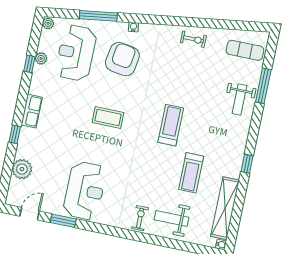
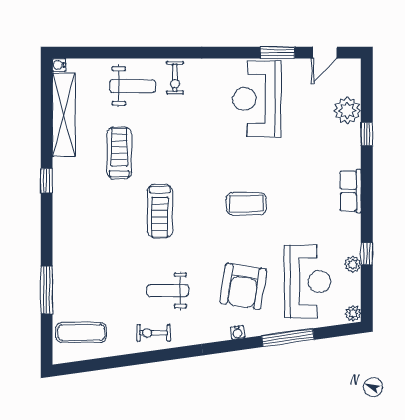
weight bench: (239, 100) -> (168, 290), moved, turned -90
window: (15, 134) -> (367, 134), moved

